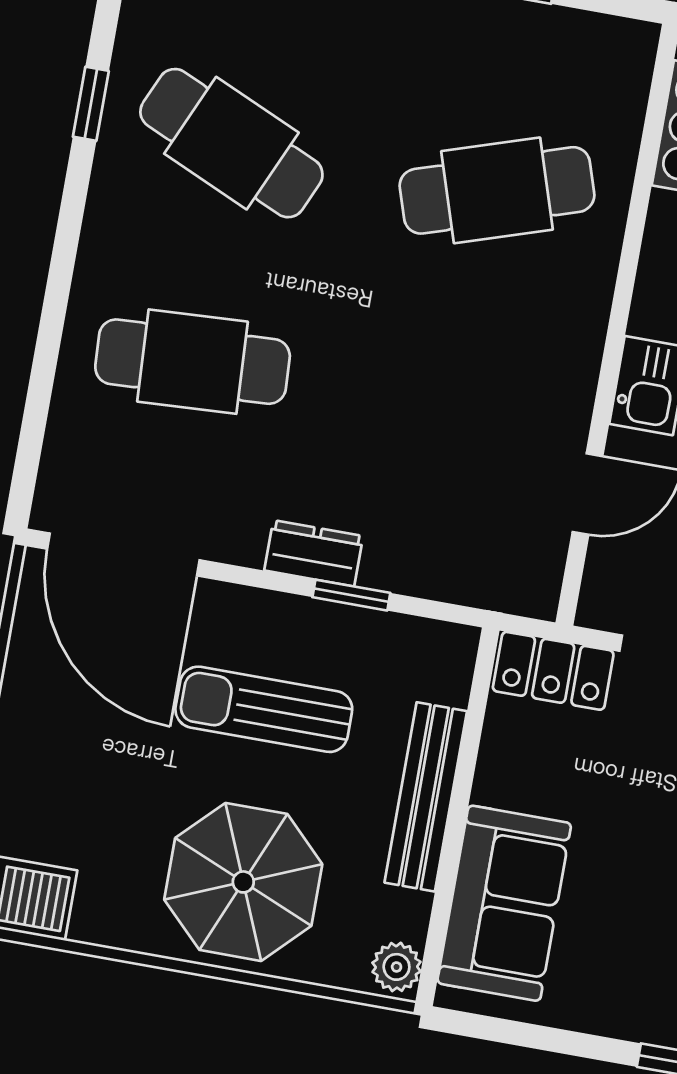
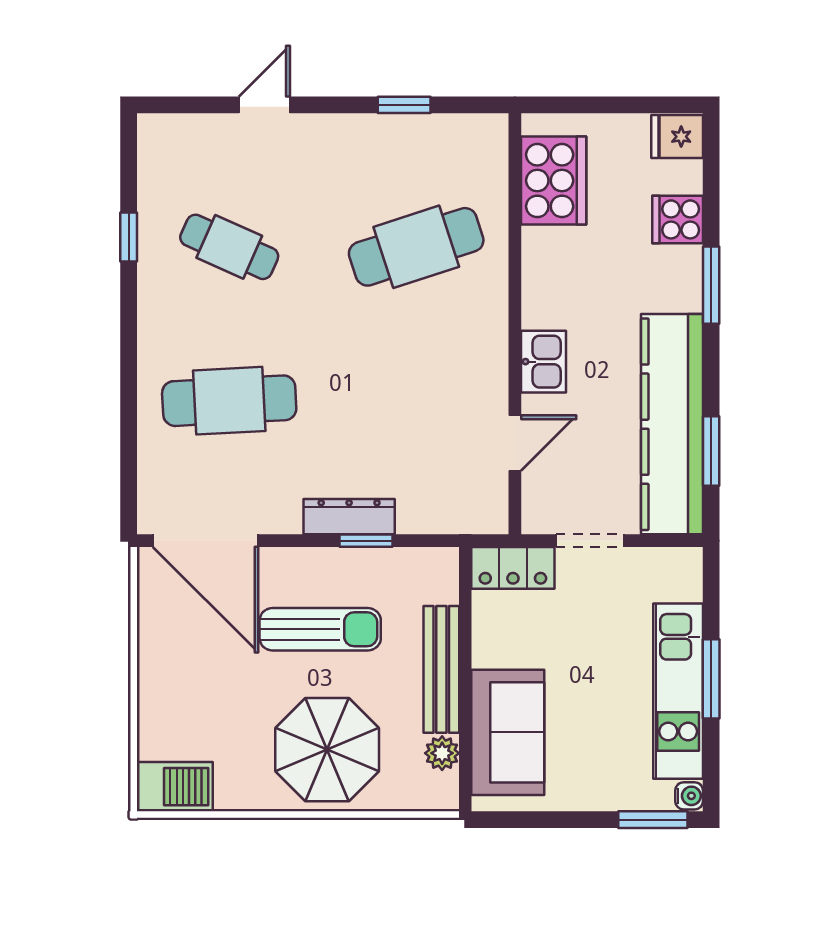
cafe table: (231, 143) -> (229, 247), width x0.73, depth x0.74
dresser: (314, 553) -> (349, 517), width x1.44
sun lounger: (264, 709) -> (320, 629), turned 180
plant: (397, 967) -> (442, 753), moved

